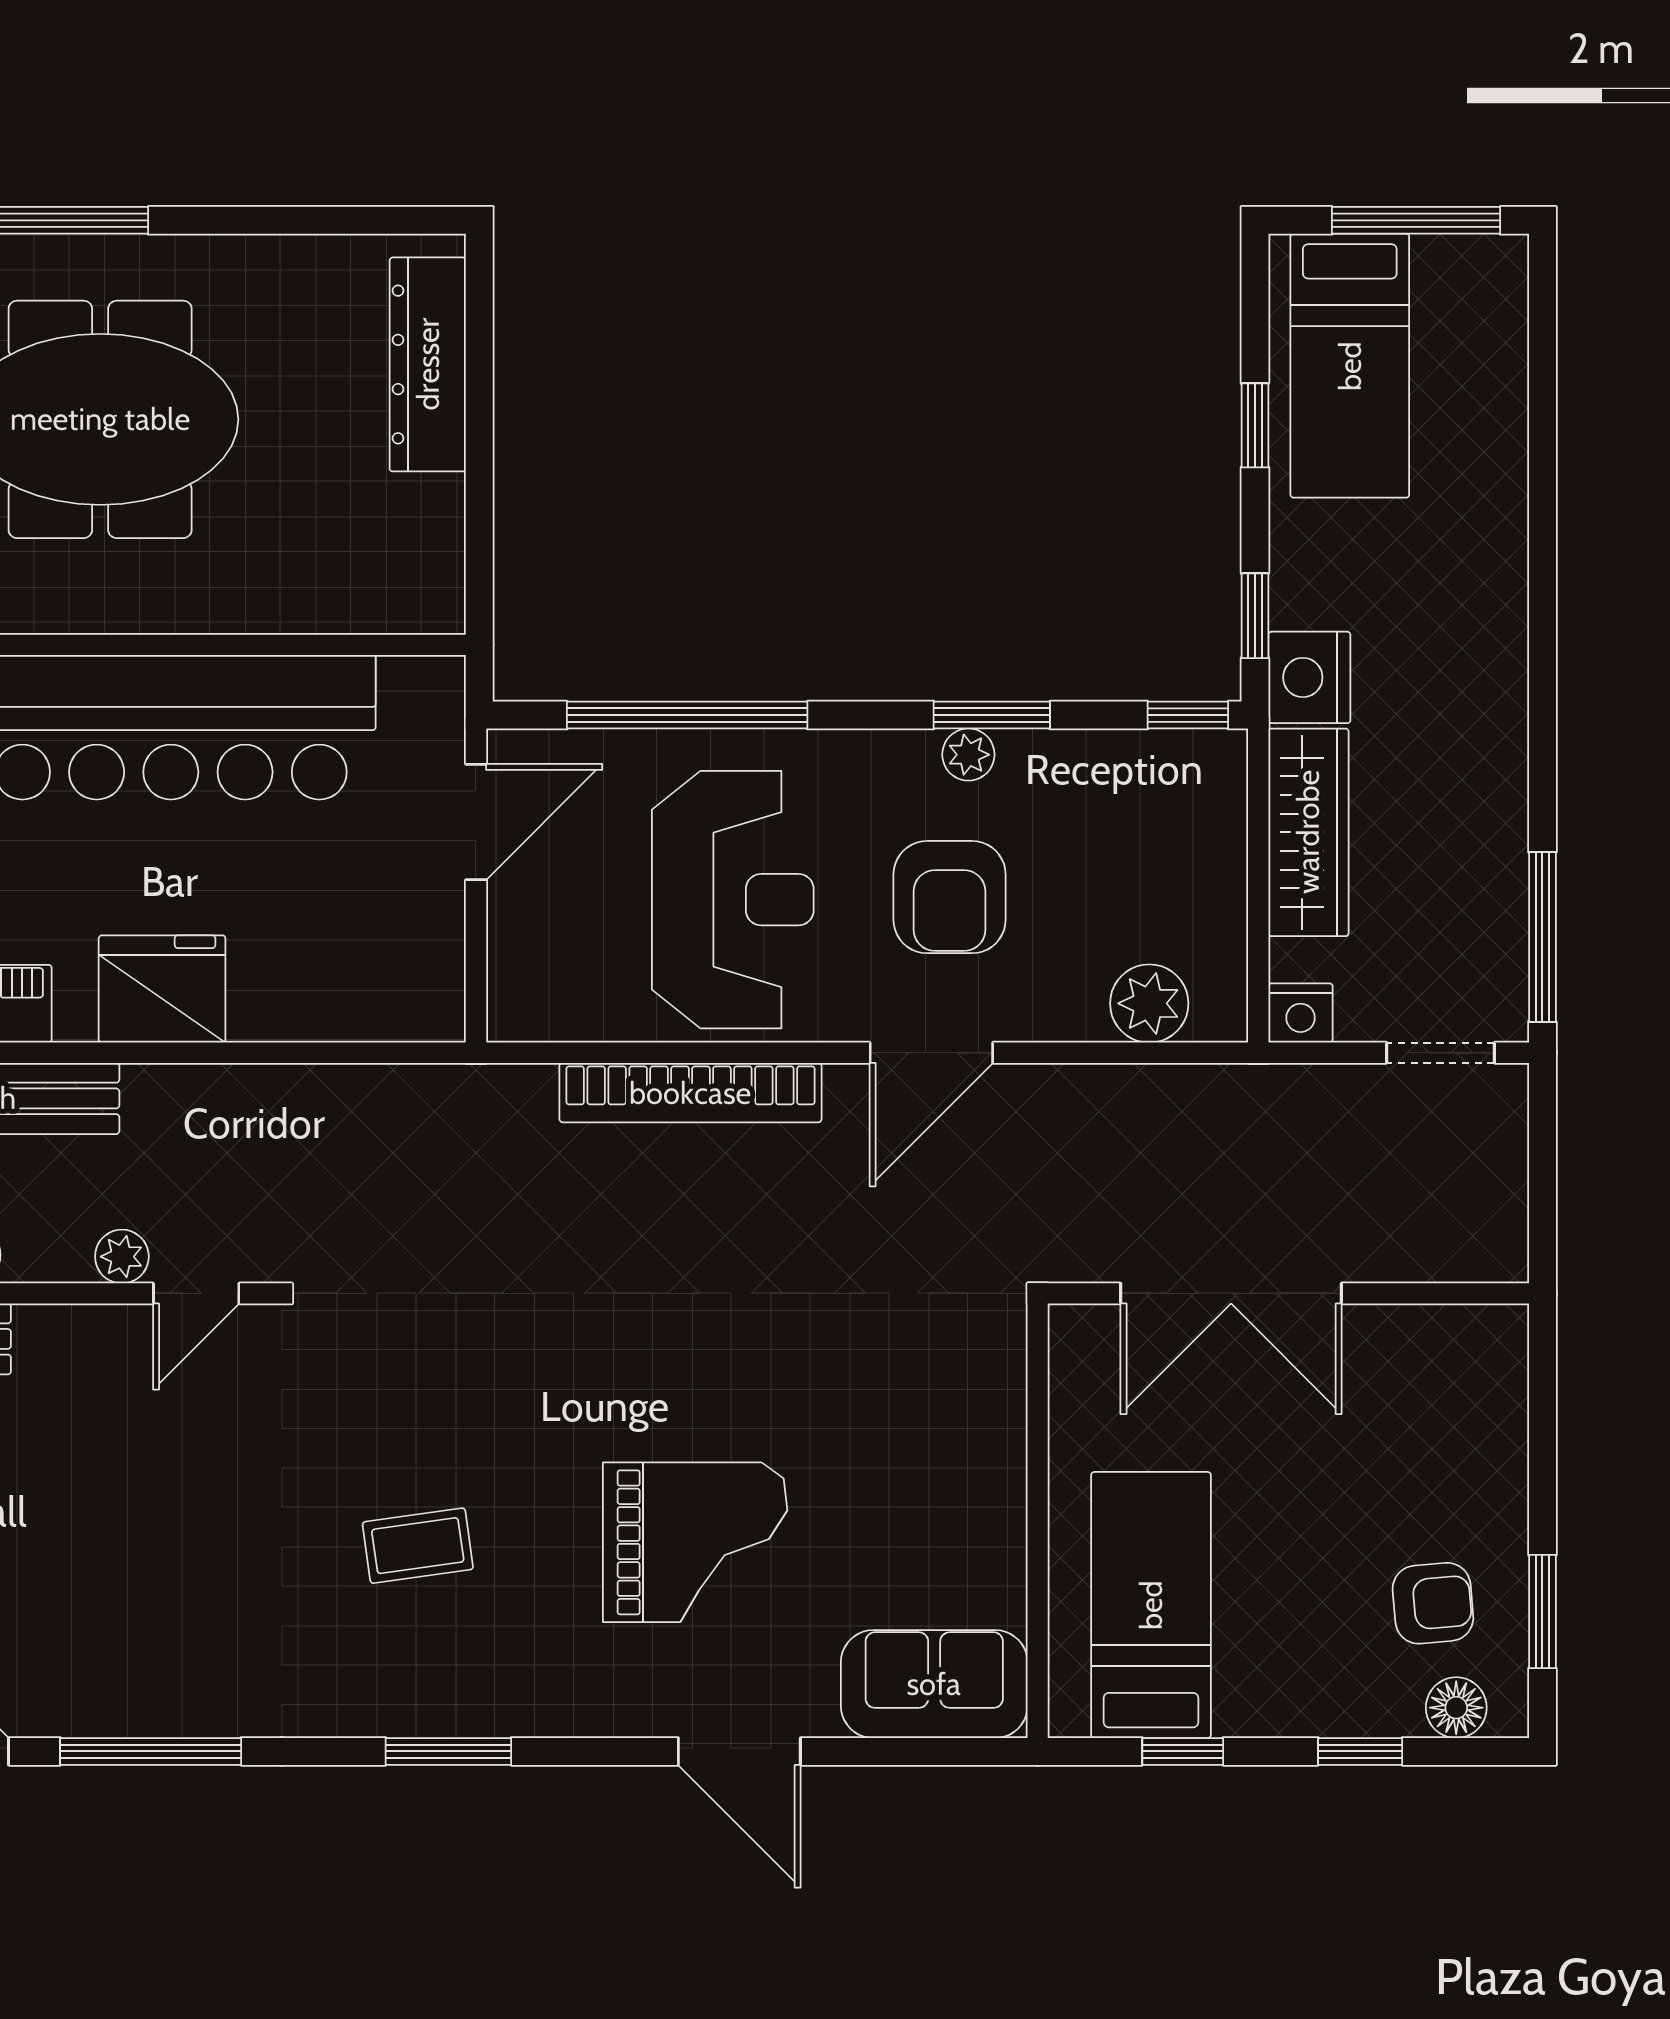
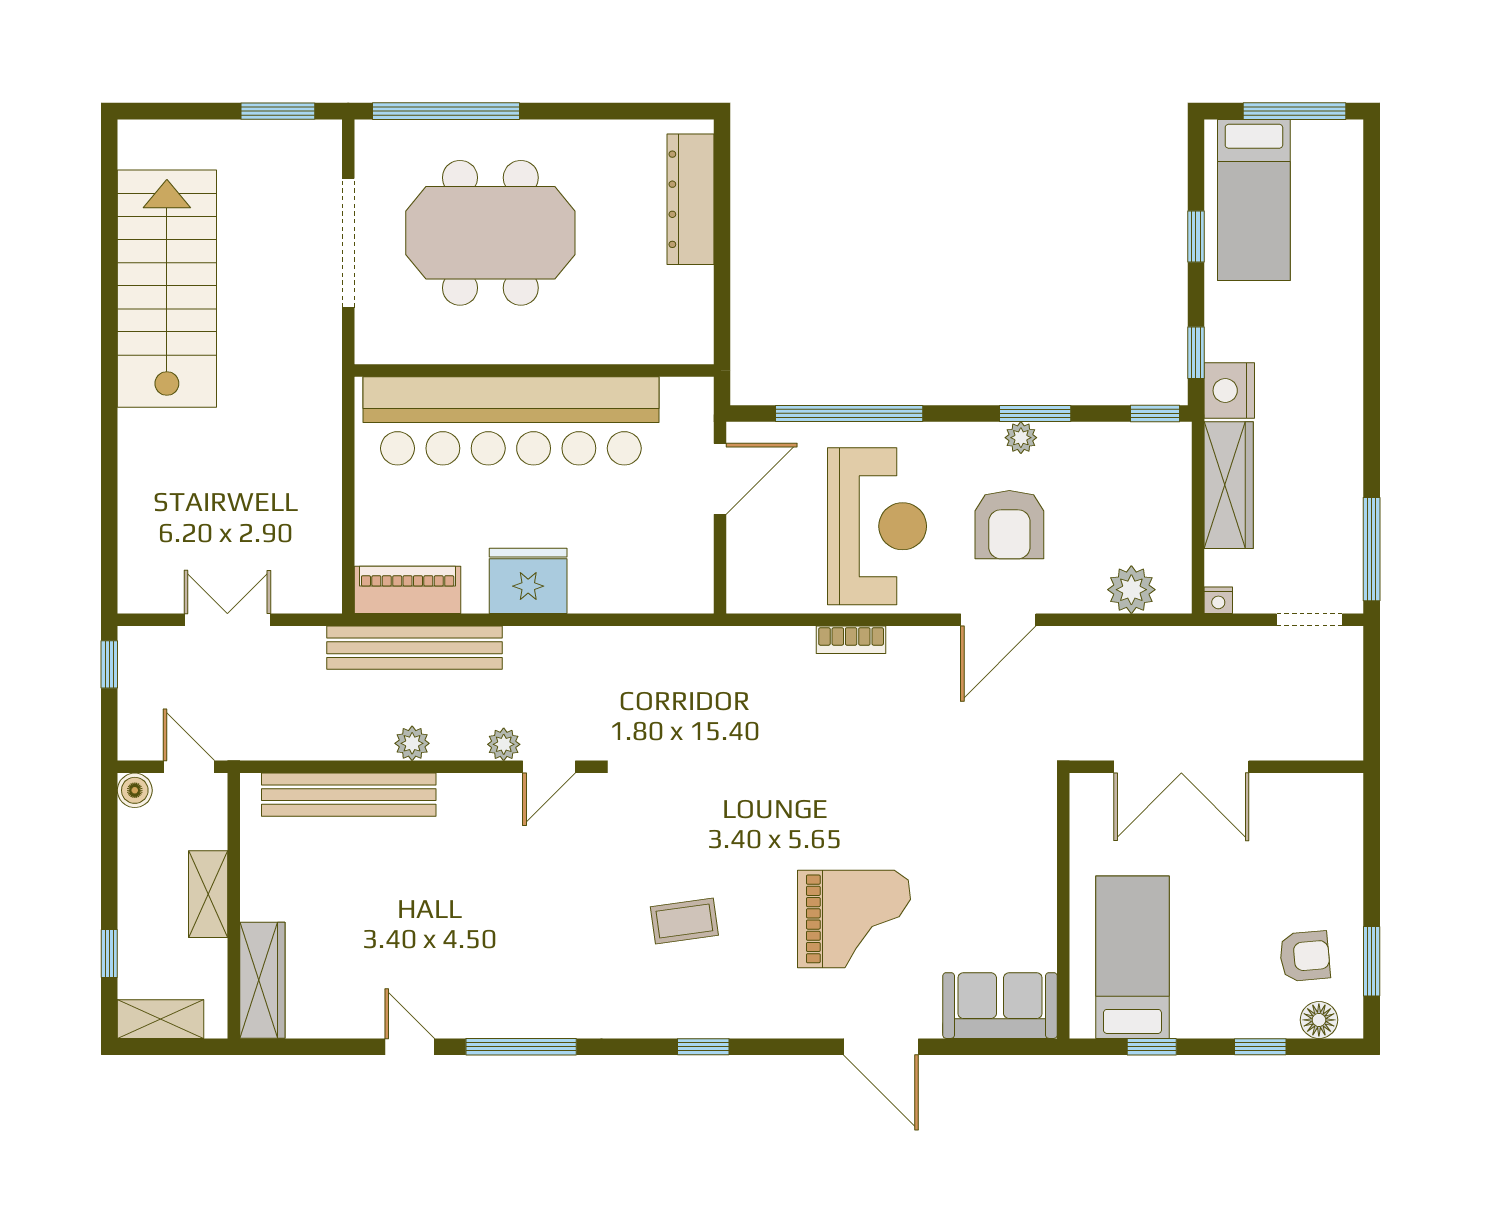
nightstand: (1301, 1013) -> (1218, 600), width x0.72, depth x0.74
bookcase: (690, 1093) -> (851, 640), width x0.43, depth x0.76
window: (448, 1751) -> (703, 1047), width x0.67

